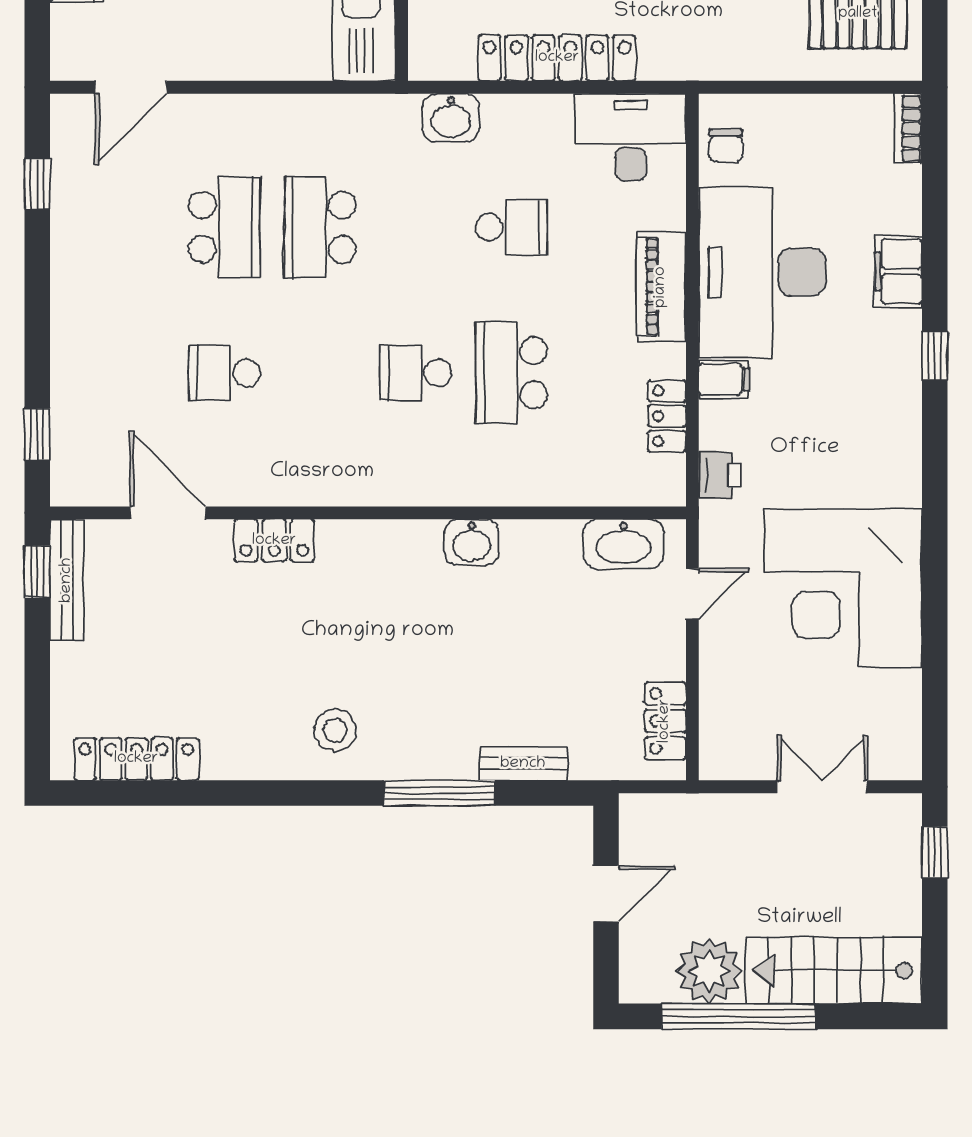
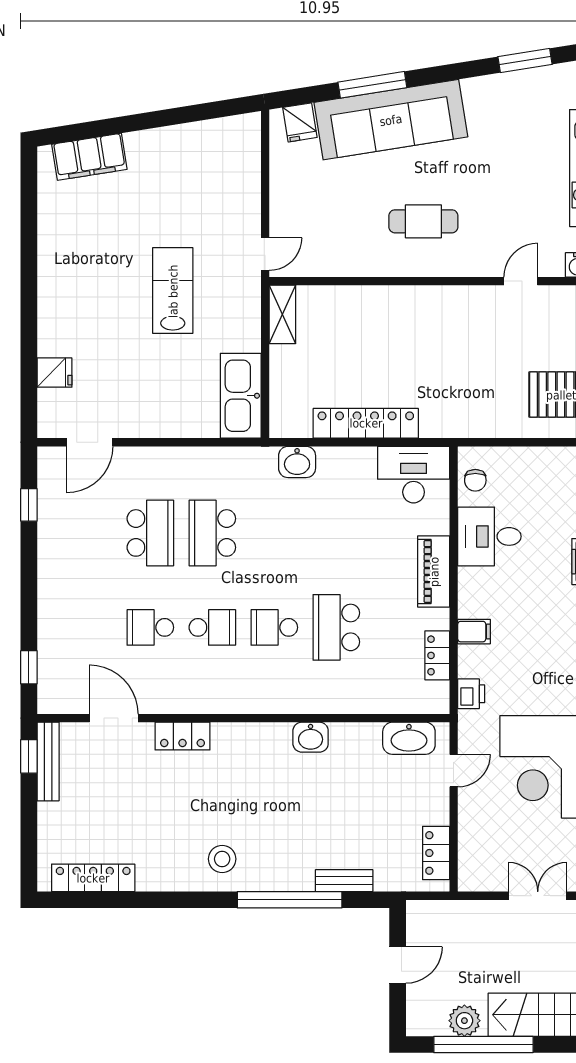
school desk: (511, 227) -> (212, 627), moved
desk: (762, 272) -> (489, 536), width x0.53, depth x0.77
window: (439, 793) -> (290, 900), width x1.46
plant: (709, 971) -> (464, 1021), width x0.73, depth x0.73

